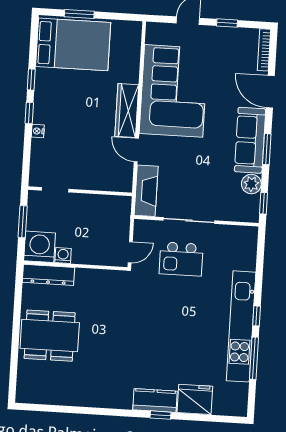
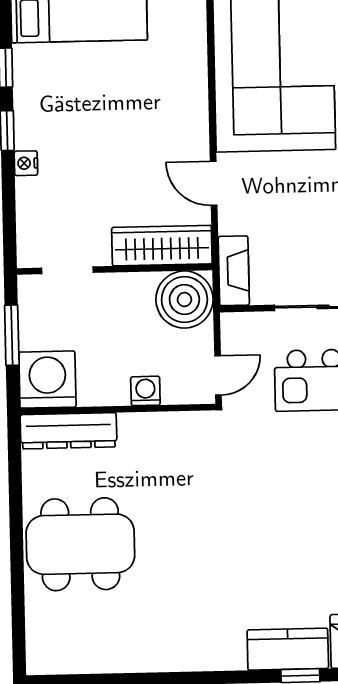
wardrobe: (127, 111) -> (162, 246), moved, turned 90
fireplace: (146, 191) -> (234, 271), width x0.73, depth x0.76
boiler: (116, 210) -> (184, 300), added
washing machine: (63, 255) -> (145, 391), moved

